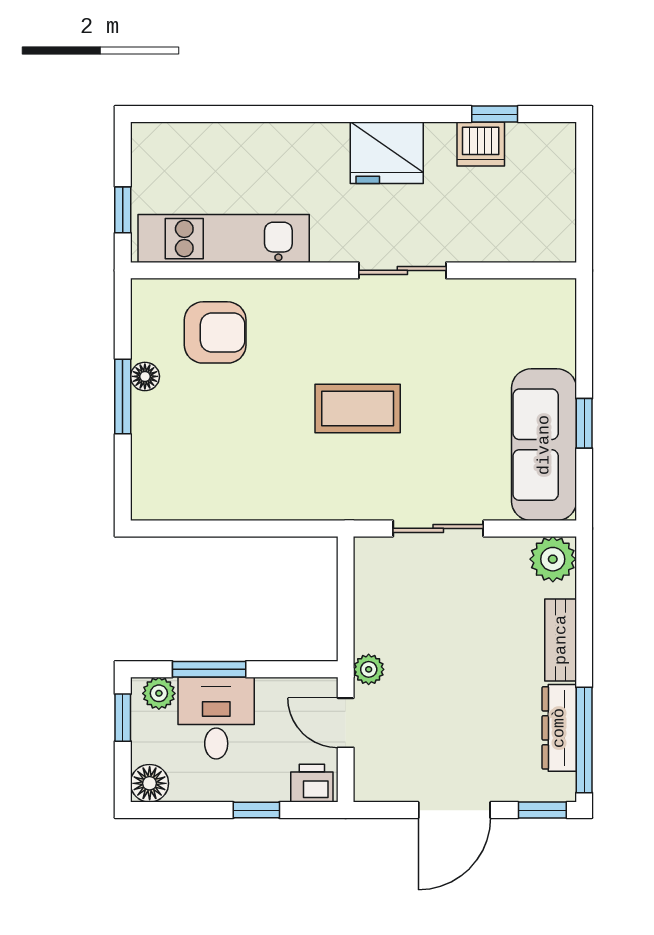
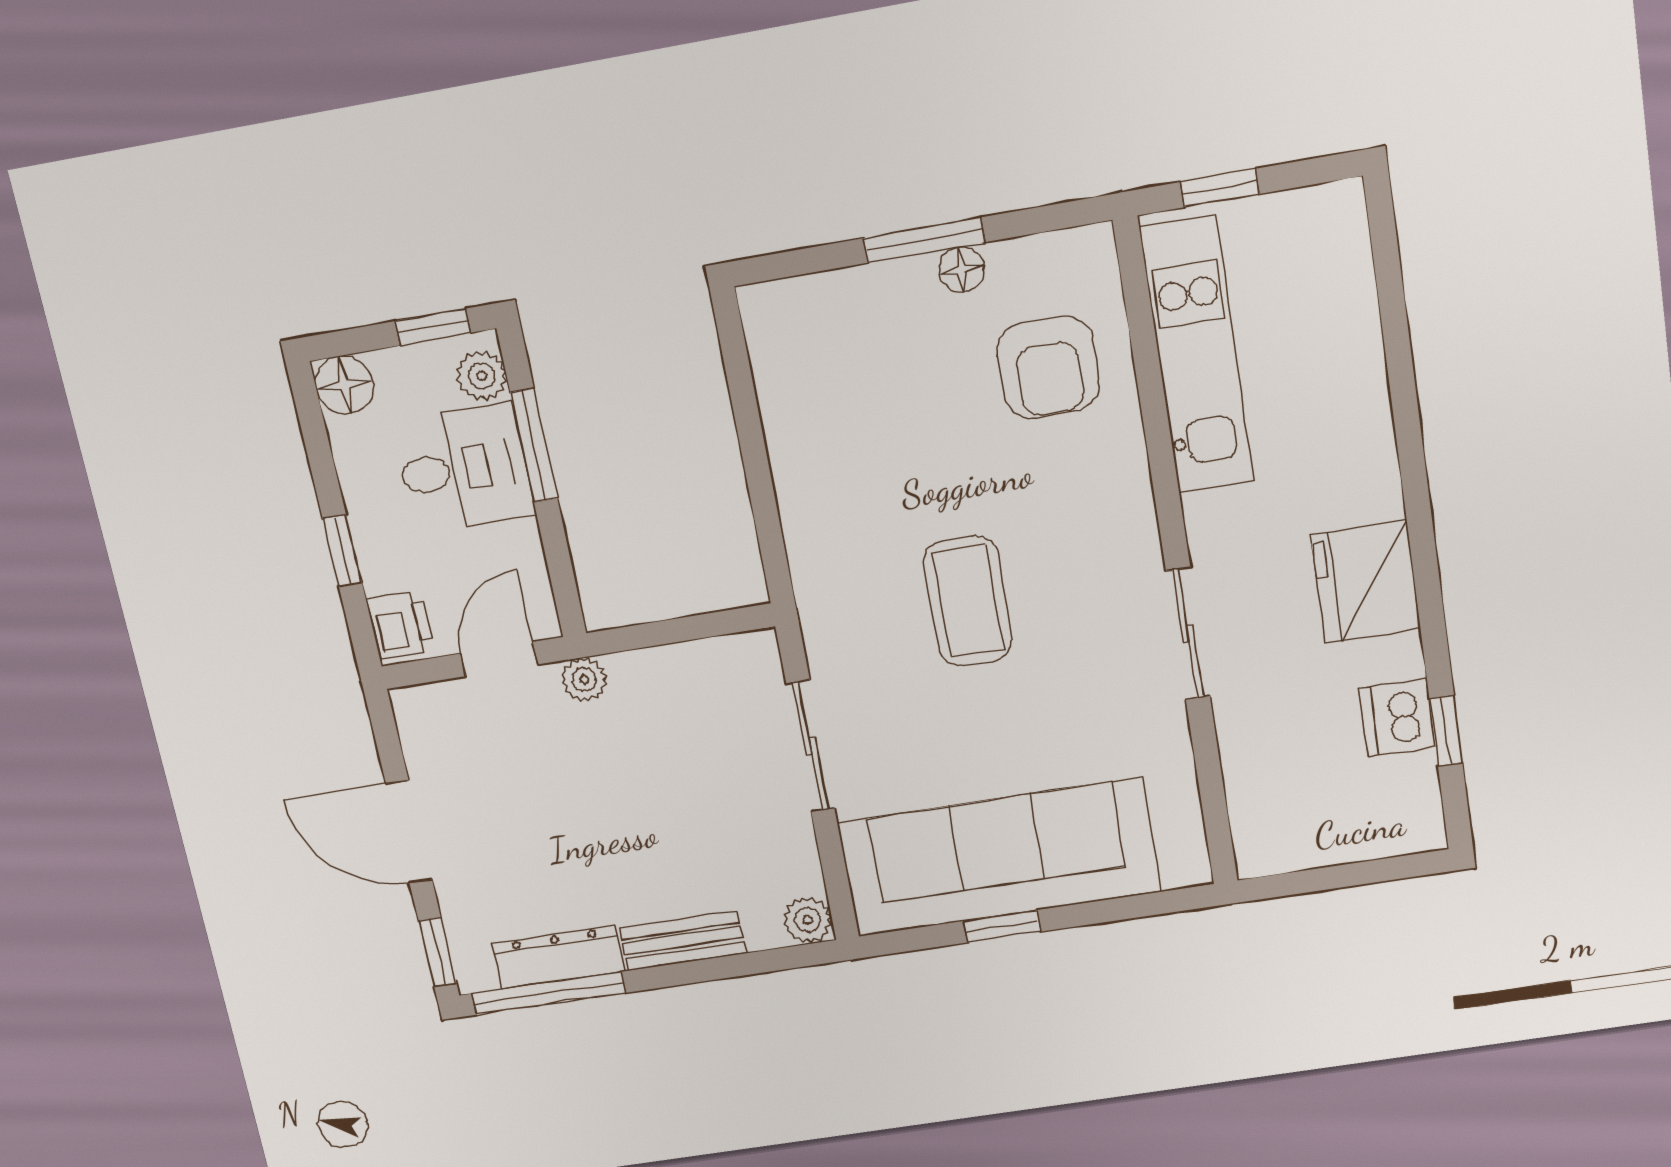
sofa: (544, 445) -> (999, 857), width x1.36, depth x1.27
plant: (553, 559) -> (808, 920), width x0.73, depth x0.73

